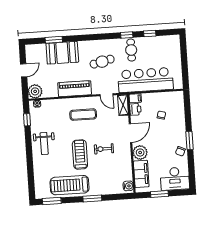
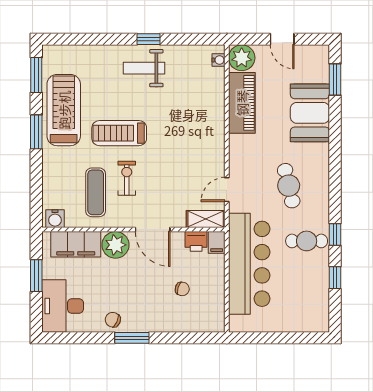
window: (54, 40) -> (335, 80), moved
piano: (75, 89) -> (242, 103), moved
exercise mat: (83, 115) -> (96, 192), moved
window: (27, 120) -> (148, 39), moved
treadmill: (80, 155) -> (119, 133), turned 180
window: (92, 198) -> (36, 132), moved

